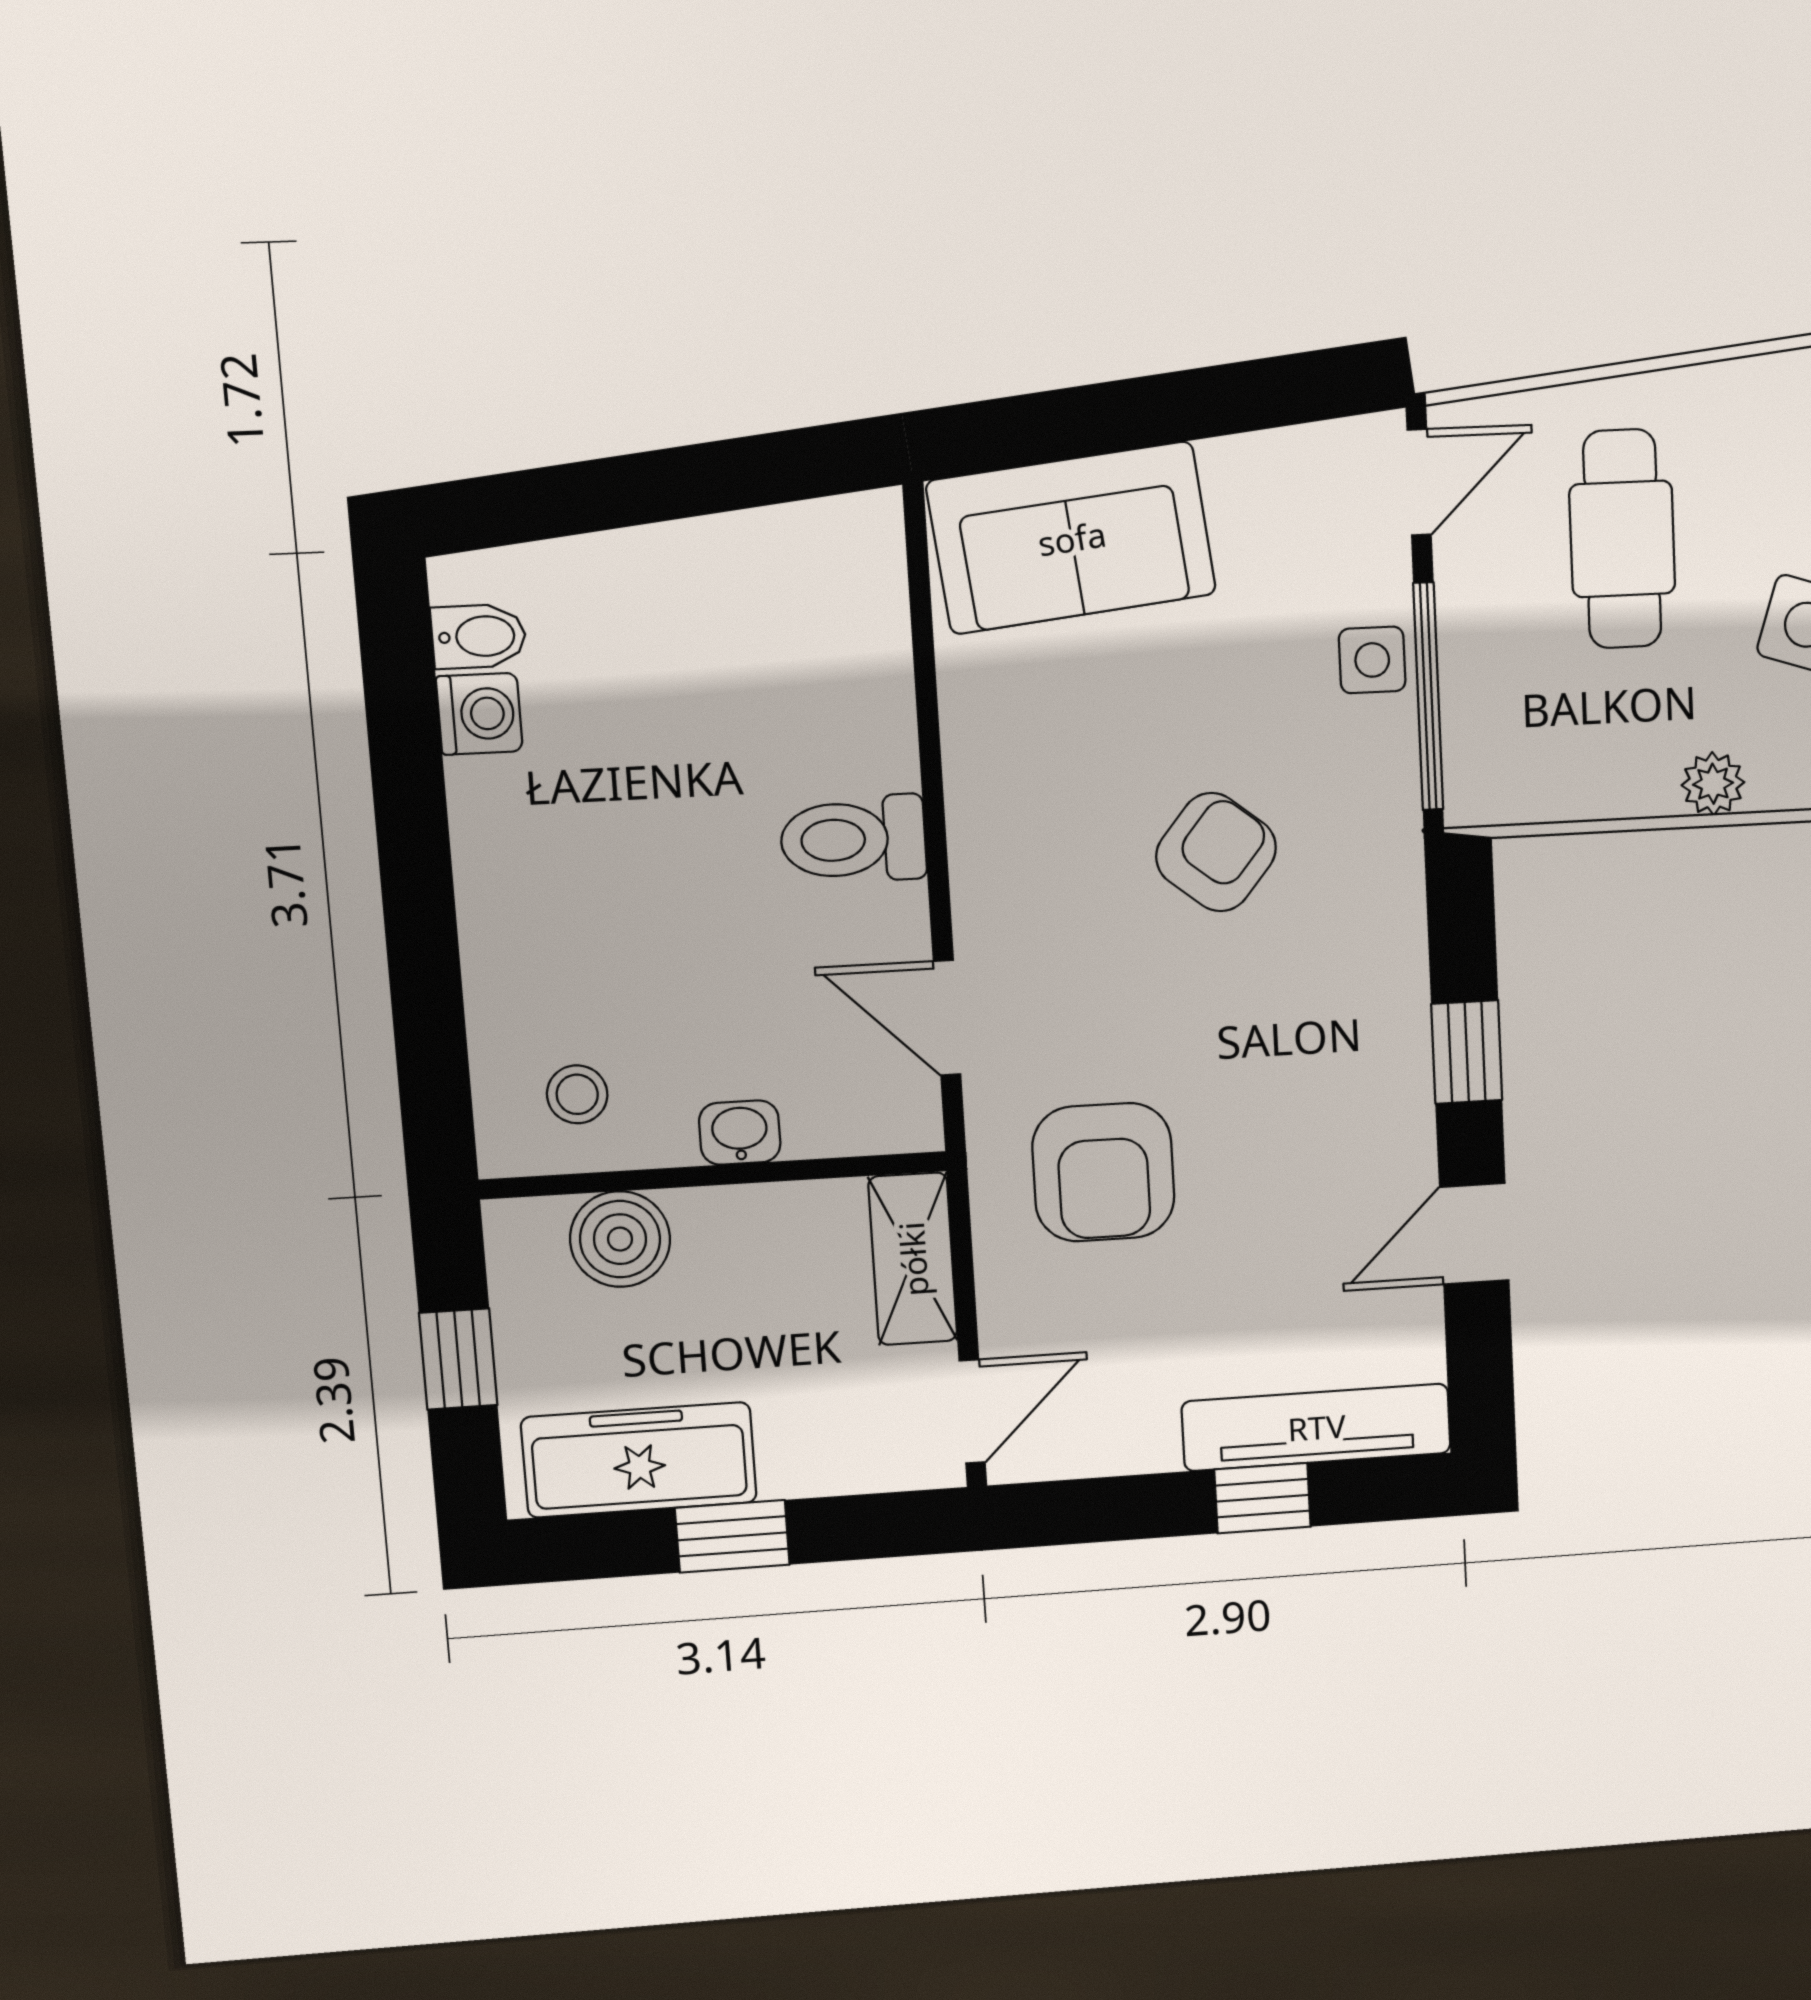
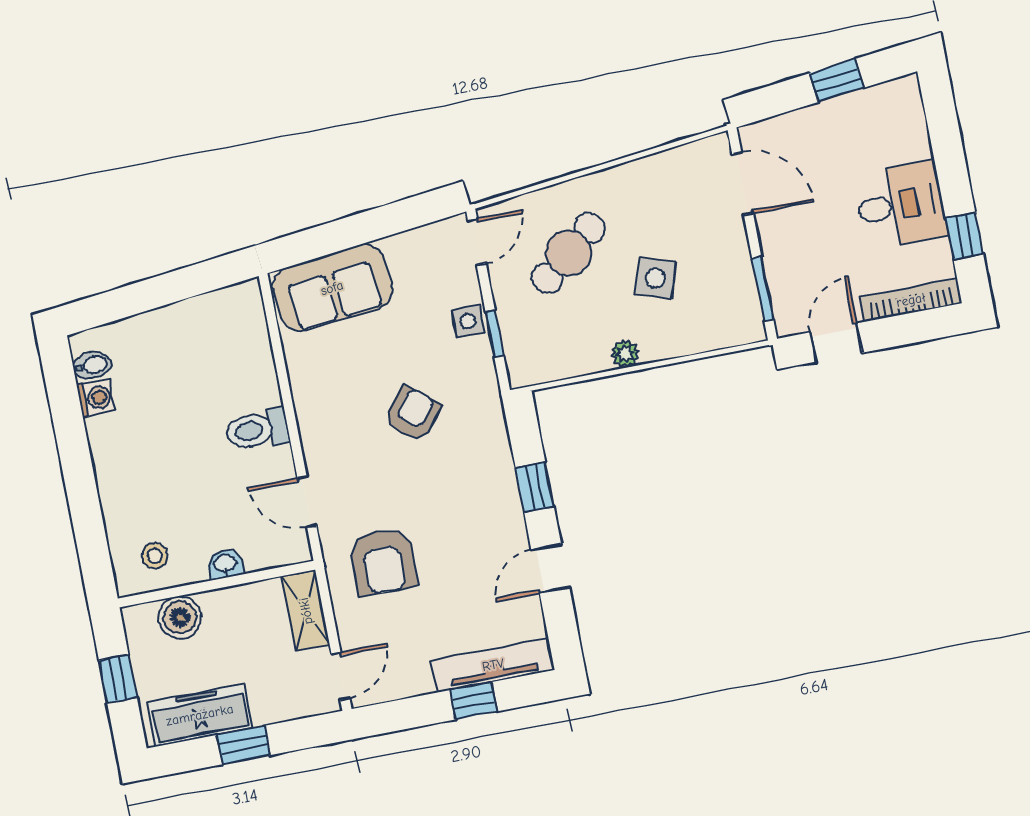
cafe table: (1622, 539) -> (568, 253), turned 51
window: (1428, 697) -> (494, 333), width x0.46

